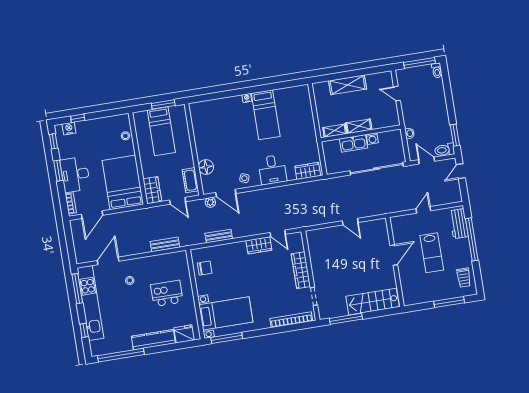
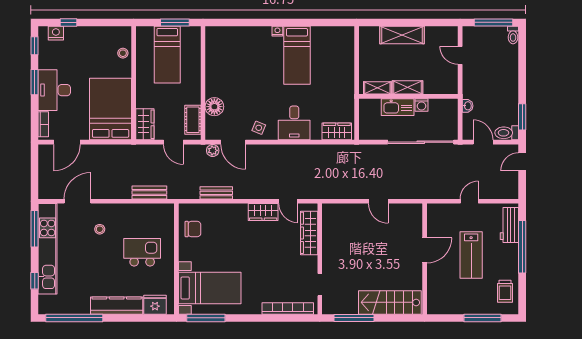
wardrobe: (301, 270) -> (309, 233), moved

